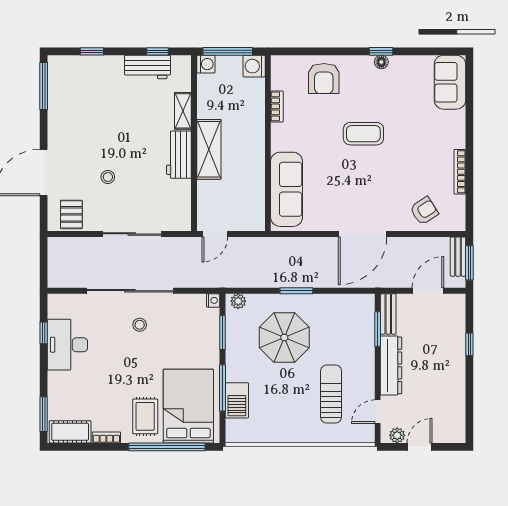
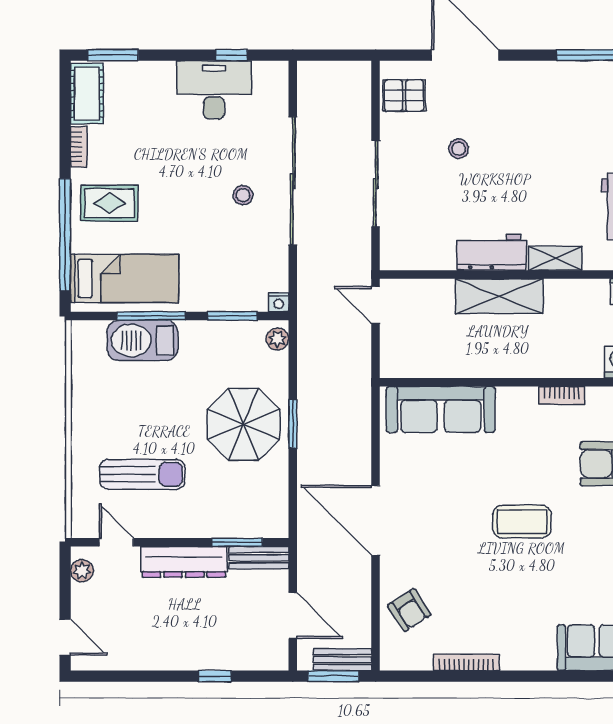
coffee table: (363, 134) -> (522, 522), turned 90
parasol: (284, 337) -> (243, 424), moved
barbecue: (237, 400) -> (142, 340), width x1.37, depth x1.21
bed: (188, 406) -> (125, 278), width x0.67
door: (420, 447) -> (65, 637), moved

